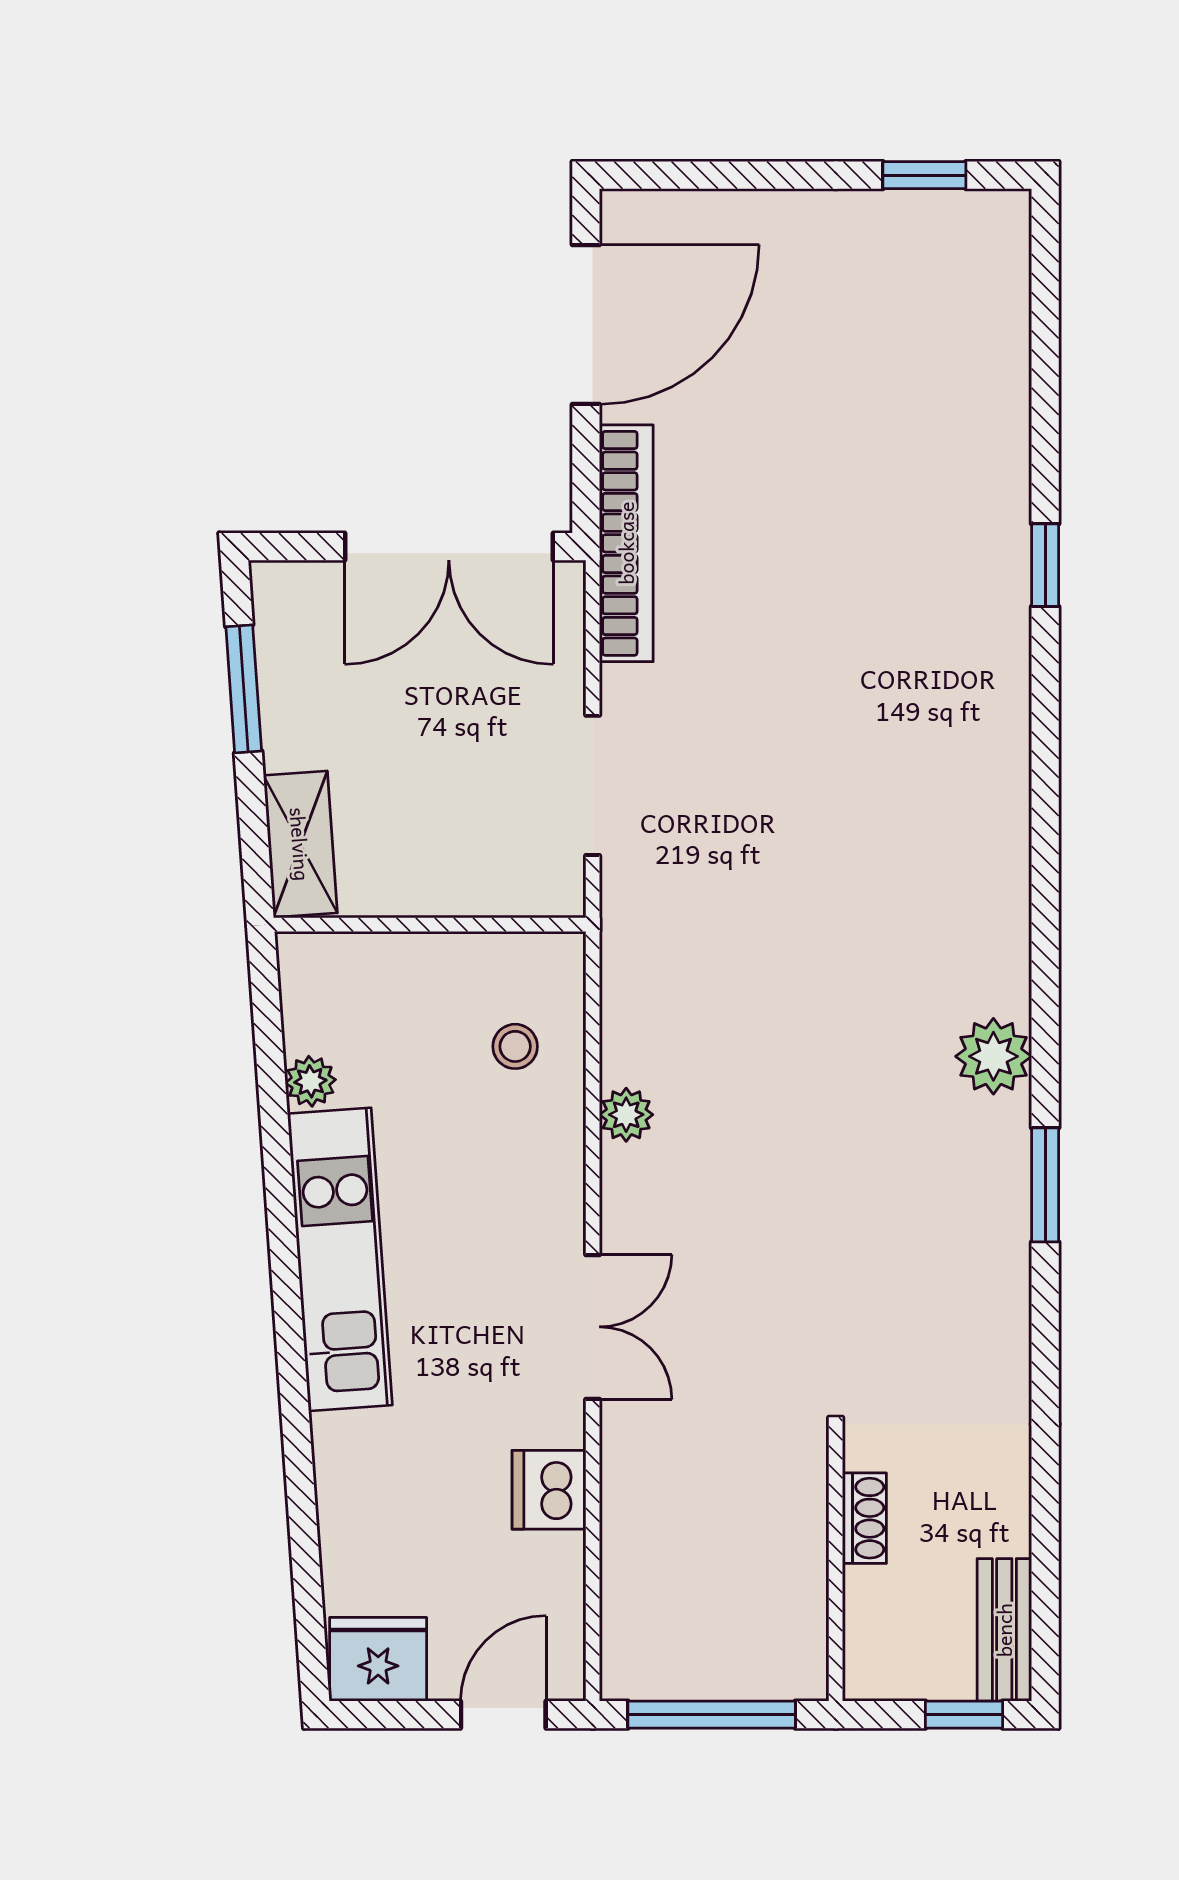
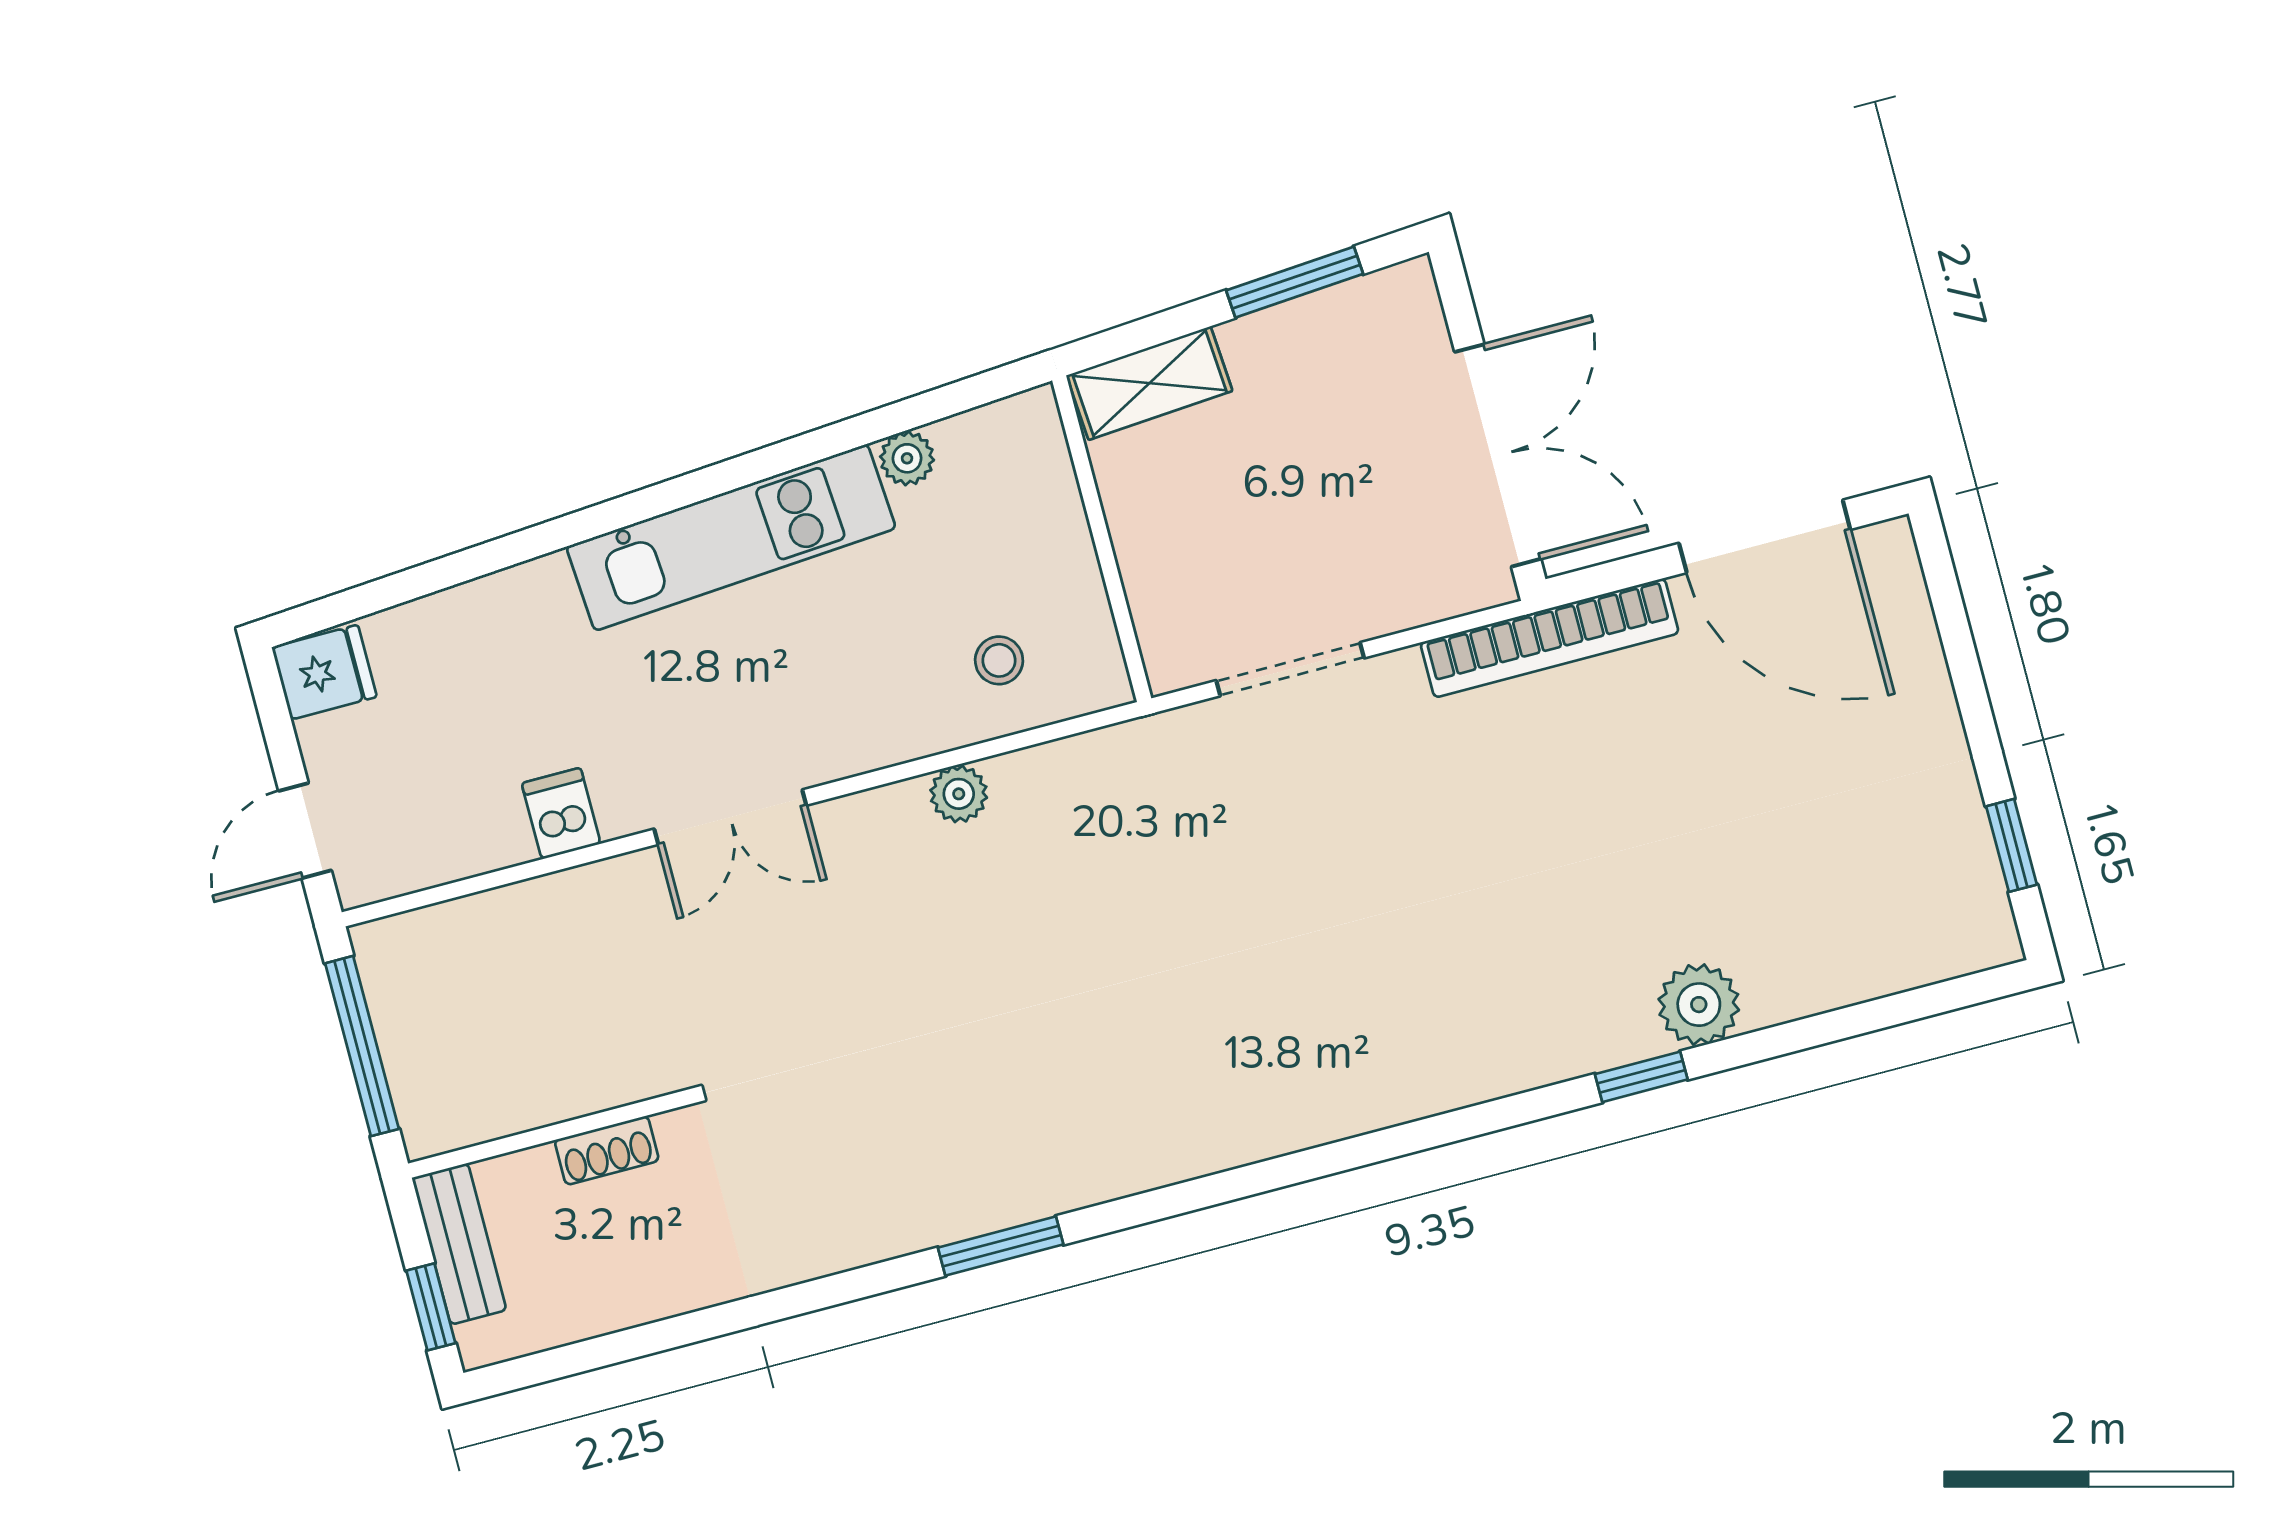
double door: (449, 547) -> (1498, 455), swing flipped
plant: (993, 1056) -> (1699, 1005), moved
dishwasher: (549, 1490) -> (561, 814), width x0.73
bench: (1004, 1630) -> (459, 1244), moved, turned 90
fridge: (378, 1659) -> (324, 672), width x0.72
door: (503, 1715) -> (305, 831), swing flipped

